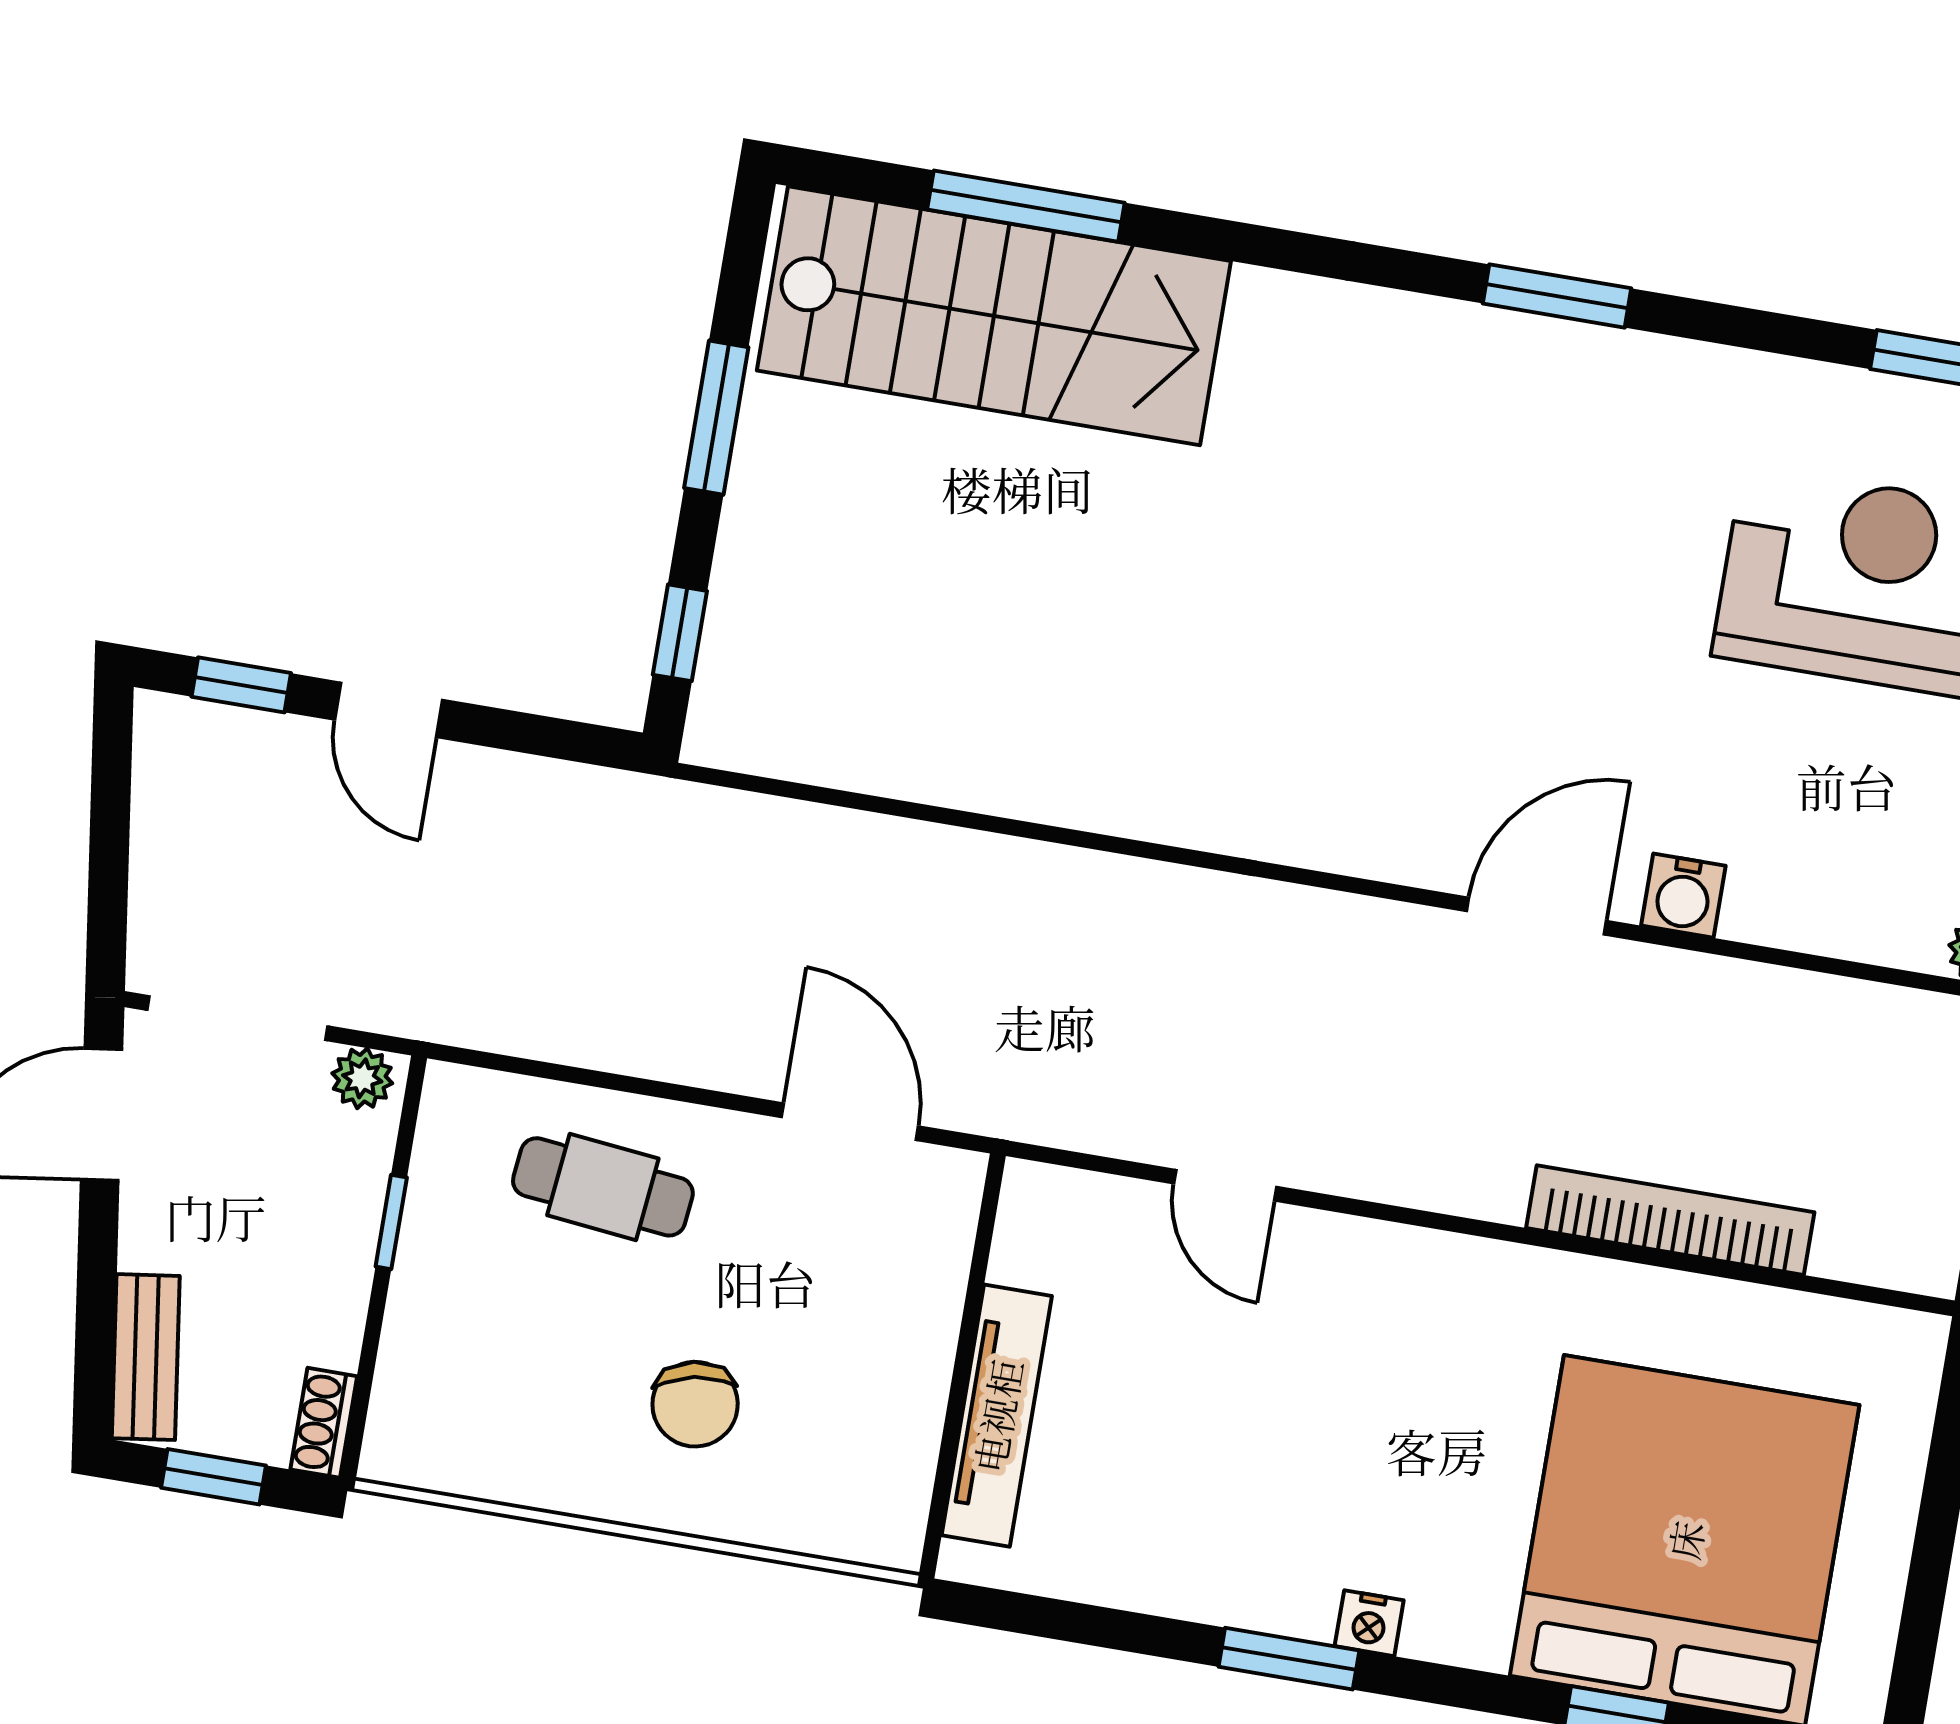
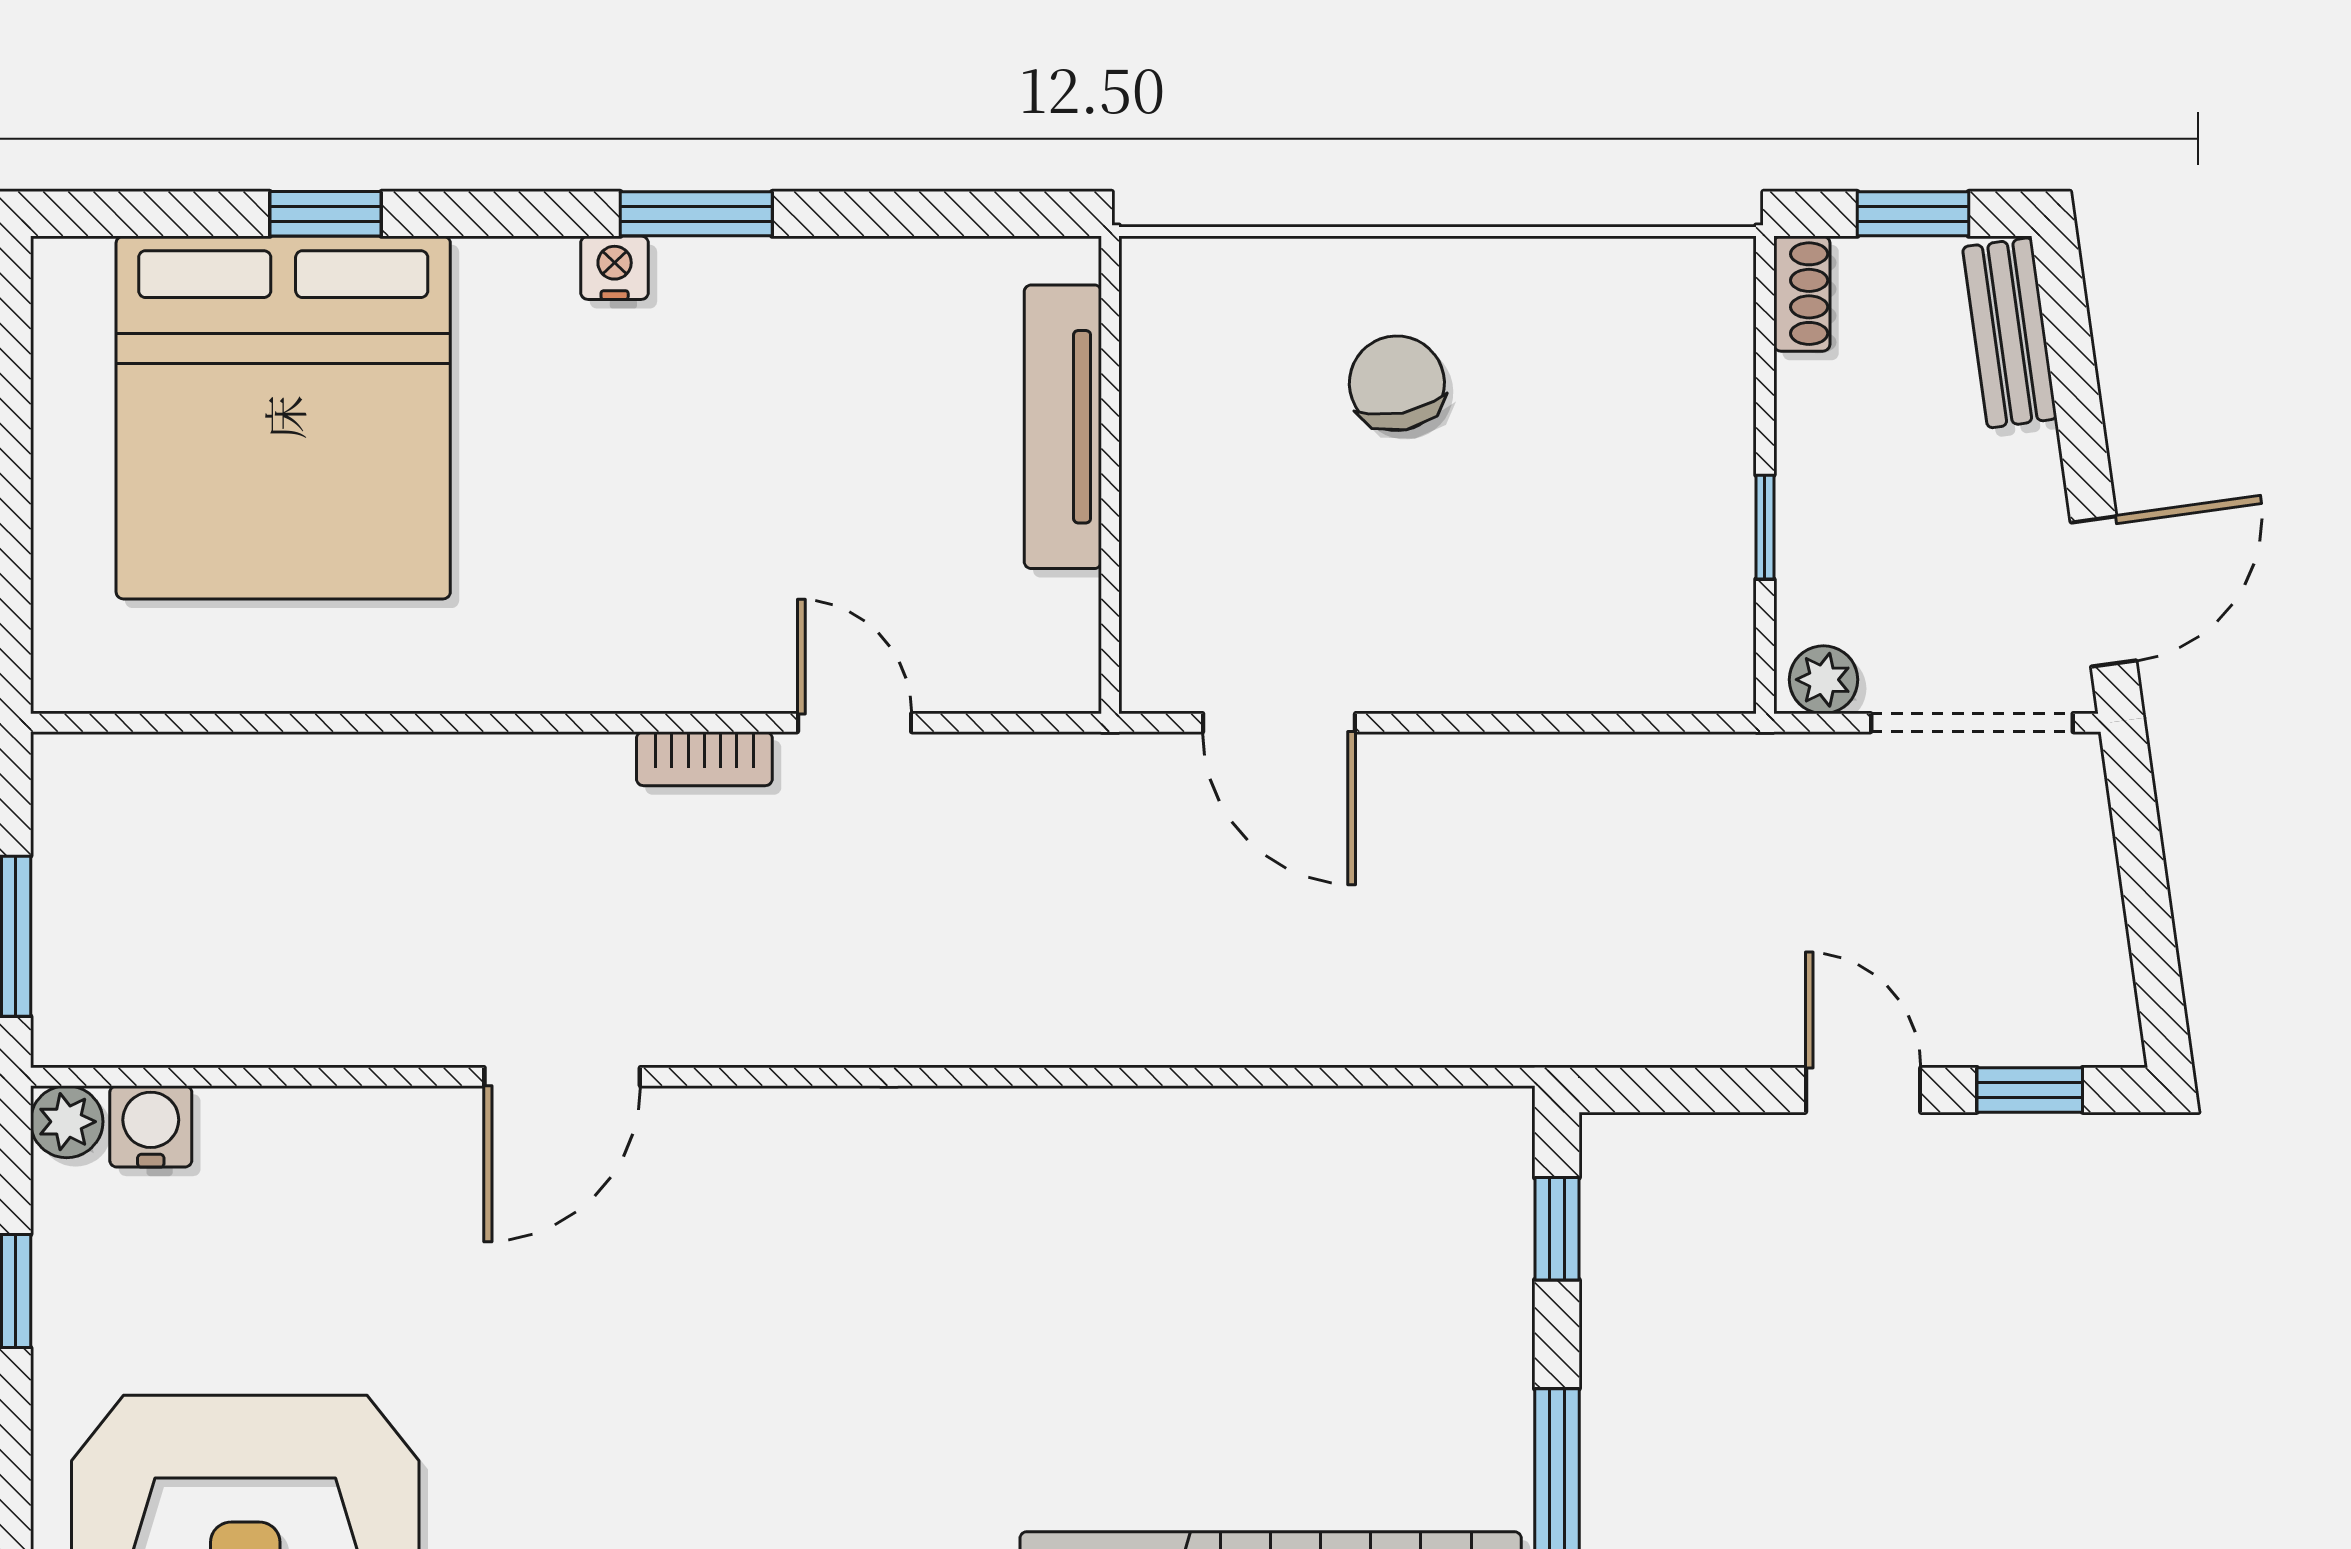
water cooler: (1683, 896) -> (151, 1126), moved
cafe table: (603, 1187) -> (1539, 605), removed
bookcase: (1670, 1220) -> (704, 759), moved, width x0.43, depth x0.76

